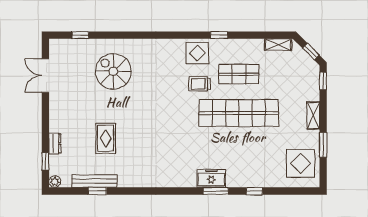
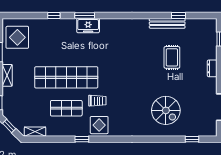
dresser: (55, 144) -> (212, 68), moved
bench: (94, 181) -> (167, 23), moved
plant: (55, 182) -> (212, 23), removed

